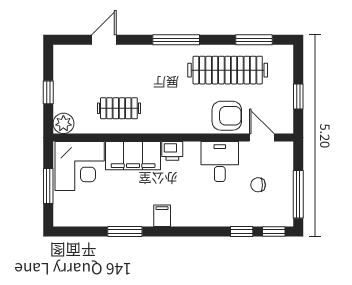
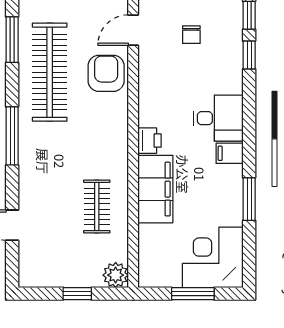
desk: (220, 162) -> (218, 118), moved, turned 180
corner desk: (80, 166) -> (213, 257), moved, turned -90

